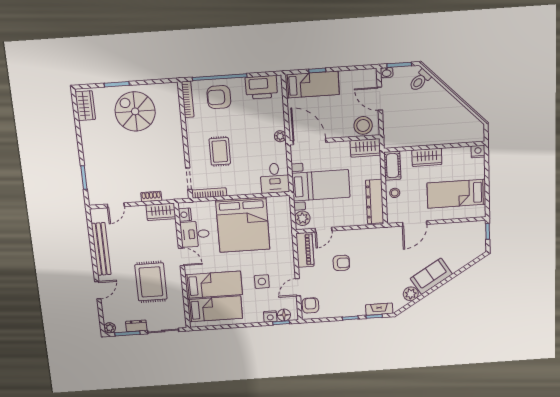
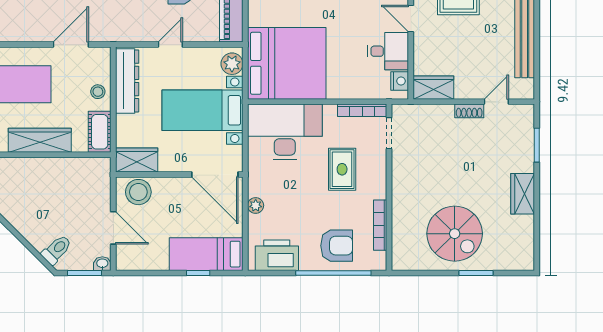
bookcase: (188, 99) -> (380, 225), moved
wardrobe: (85, 106) -> (523, 194), moved
plant: (280, 136) -> (256, 205), moved
wardrobe: (427, 157) -> (40, 140), width x1.50
desk: (275, 178) -> (285, 132), width x1.87, depth x1.30
shoe rack: (151, 197) -> (469, 111), moved
bed: (243, 225) -> (287, 63), moved, turned 90
door: (324, 230) -> (170, 45), moved

